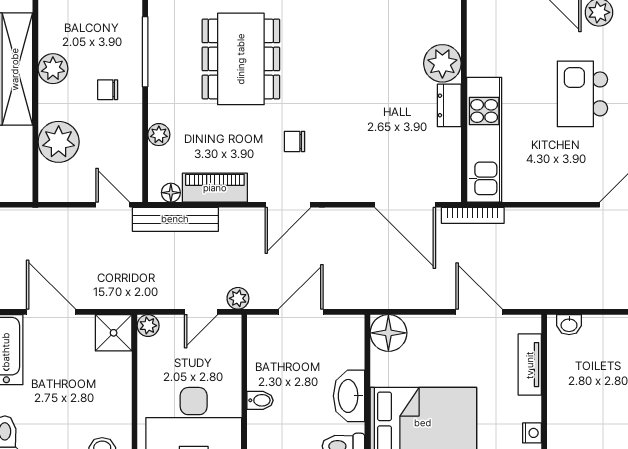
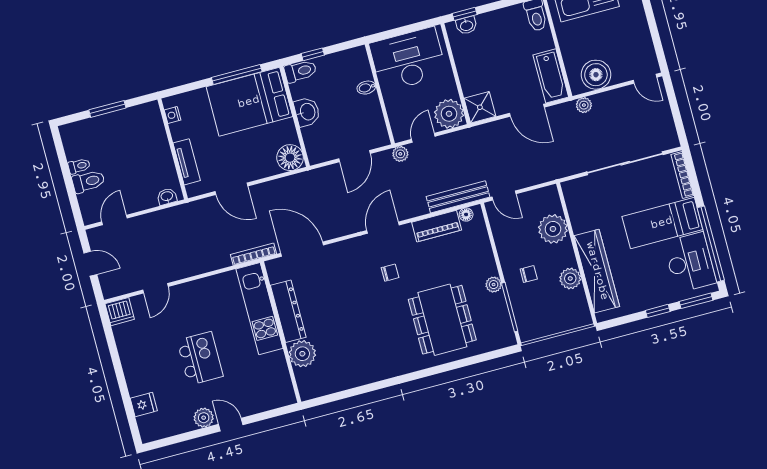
dresser: (449, 105) -> (288, 311), width x1.96, depth x1.24
plant: (159, 135) -> (494, 285), moved
plant: (148, 326) -> (449, 114), width x1.88, depth x1.88
washbasin: (349, 396) -> (307, 112), width x0.72

